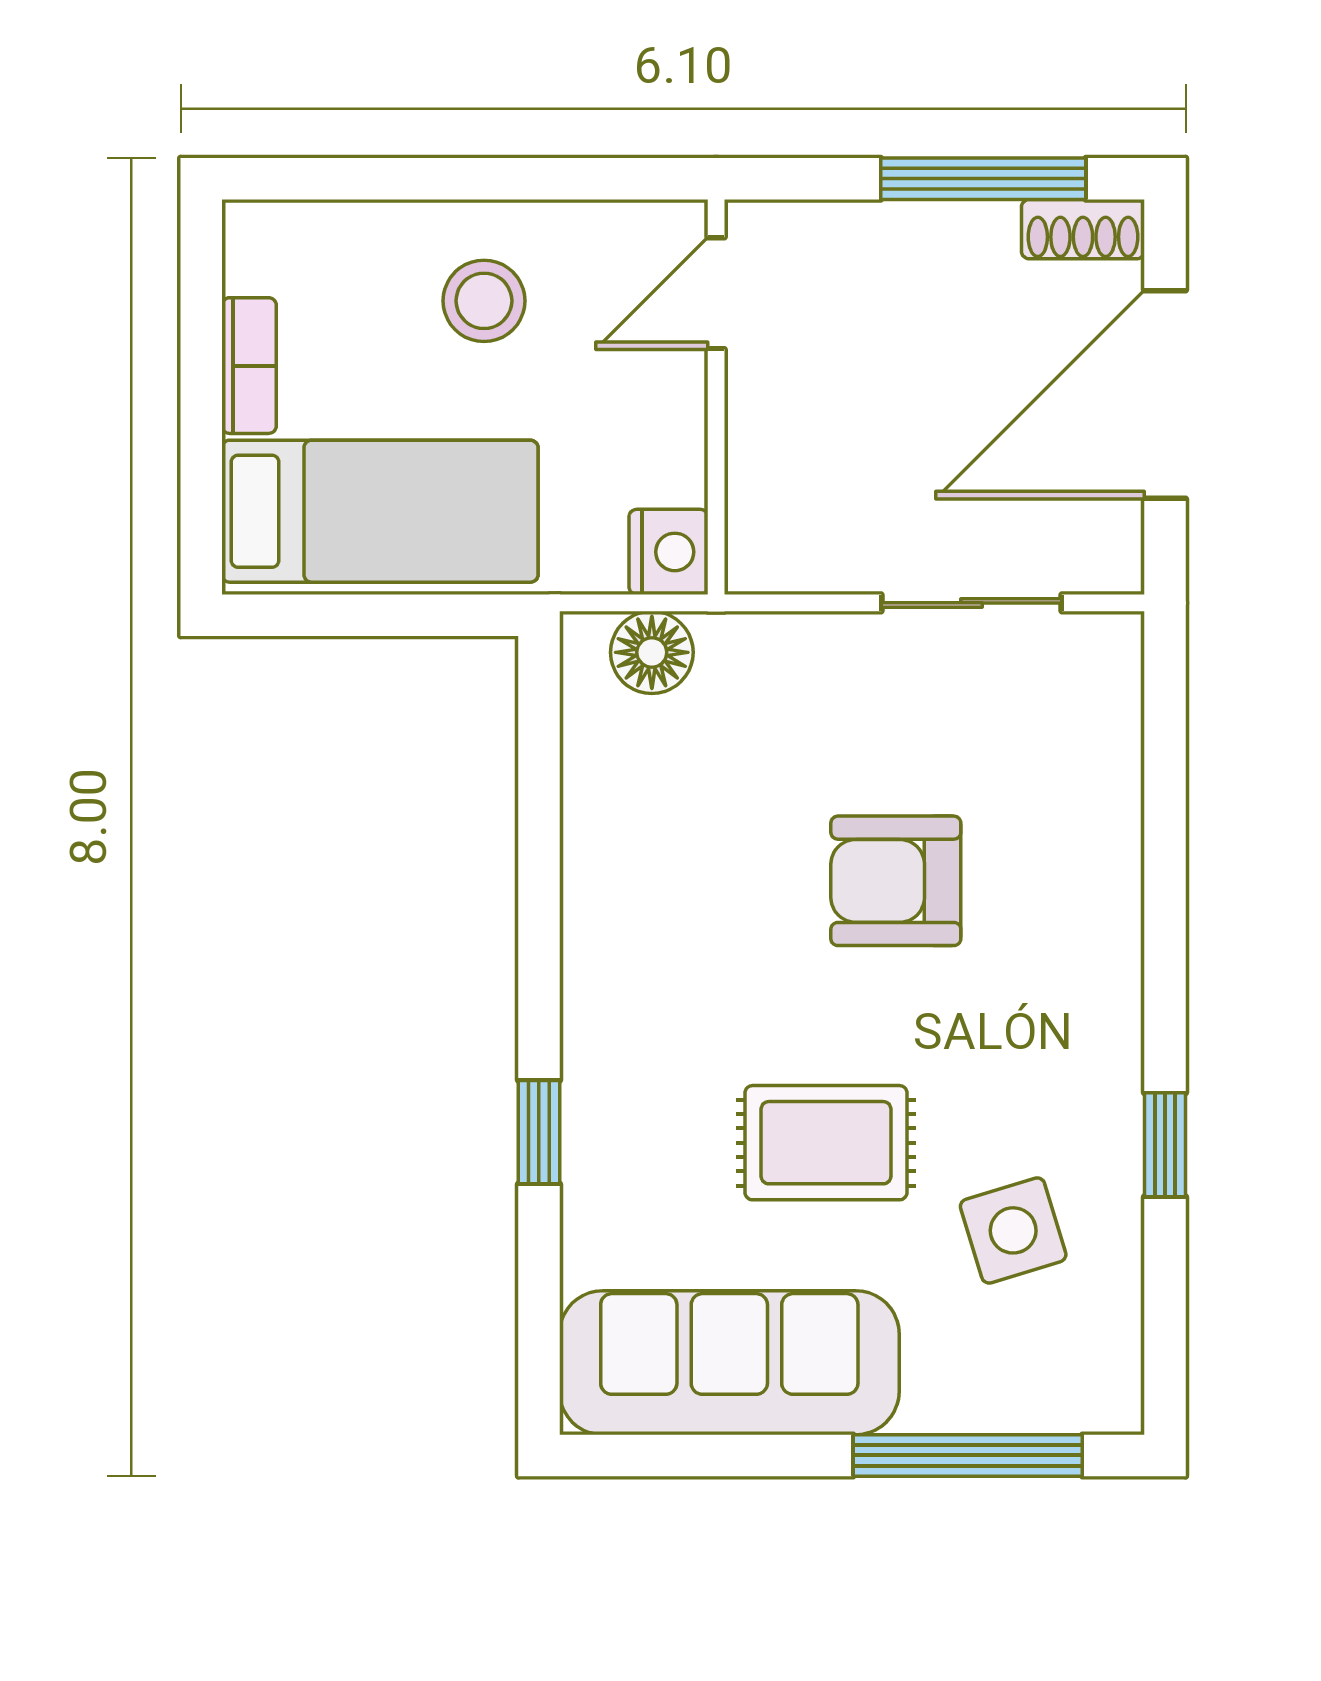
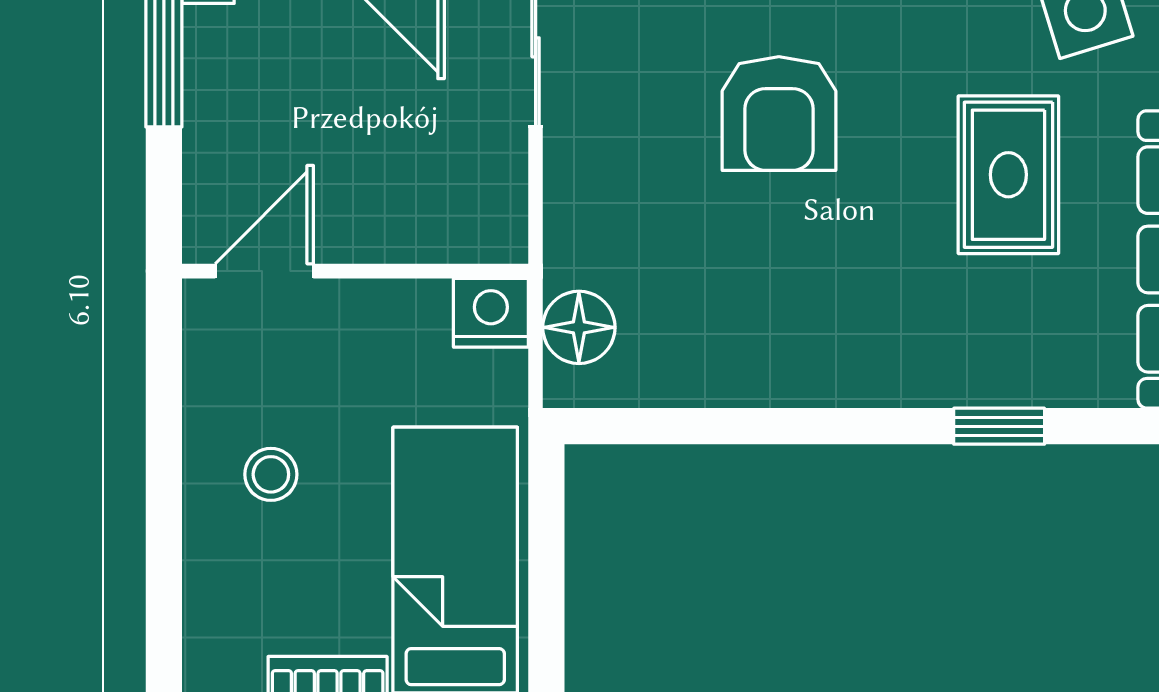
door: (716, 293) -> (264, 271), swing flipped
stool: (484, 301) -> (271, 474), width x0.73, depth x0.73

